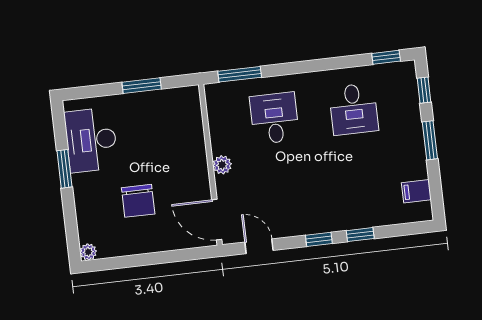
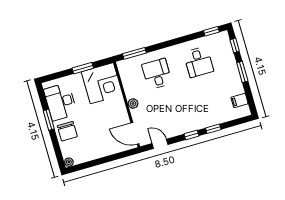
corner desk: (172, 119) -> (102, 83), added
chair: (138, 201) -> (67, 131), moved

